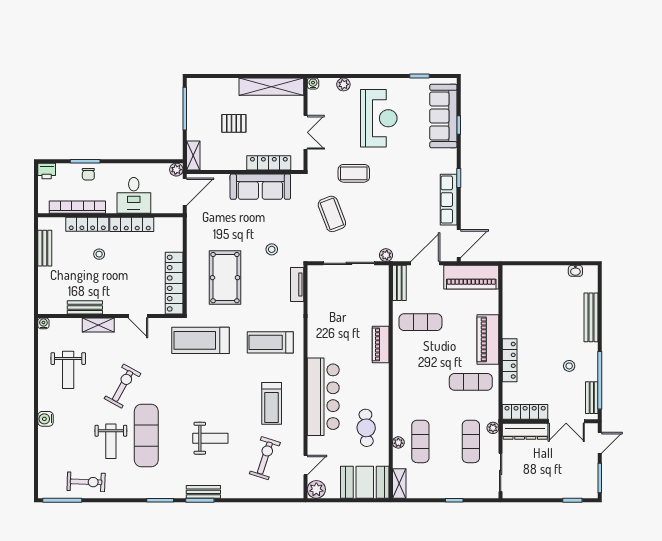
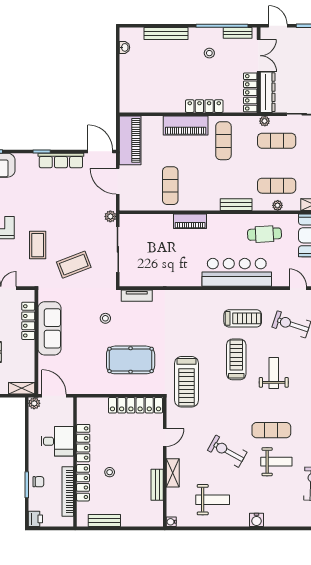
bench: (399, 283) -> (236, 205), moved
treadmill: (270, 342) -> (236, 359), moved, turned 180
exercise mat: (146, 436) -> (271, 430), width x0.73, depth x0.69

